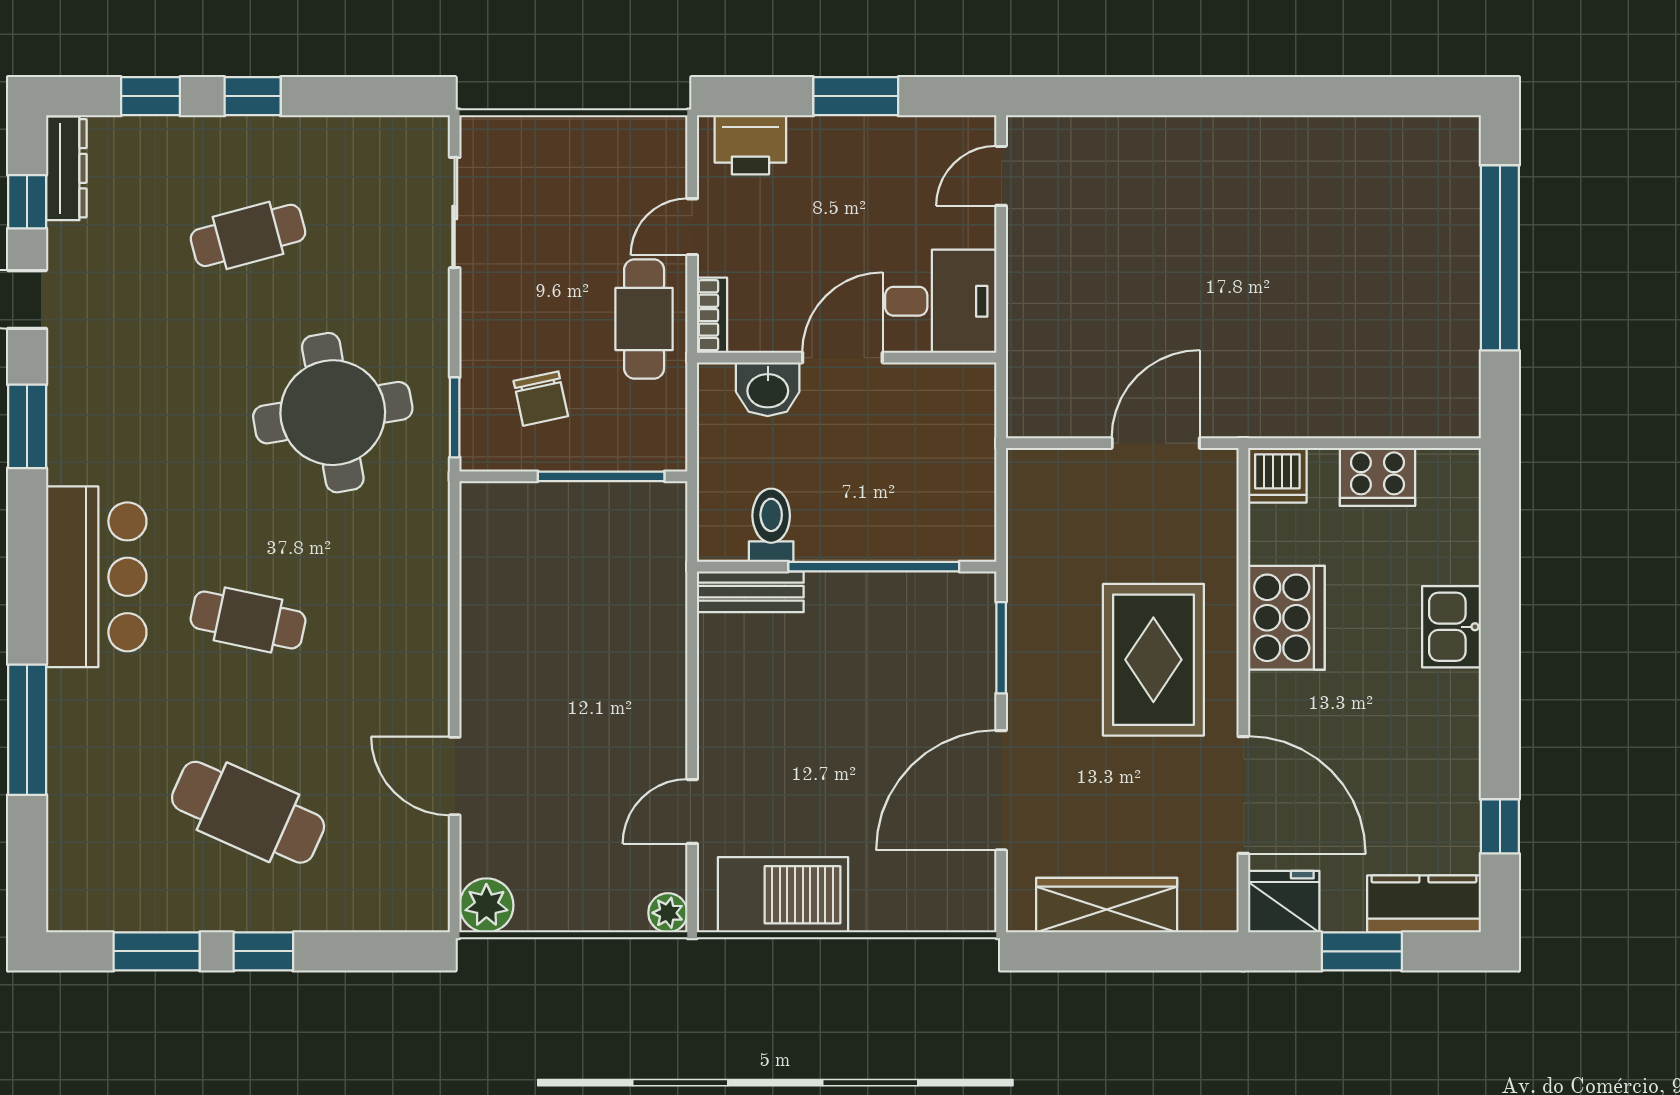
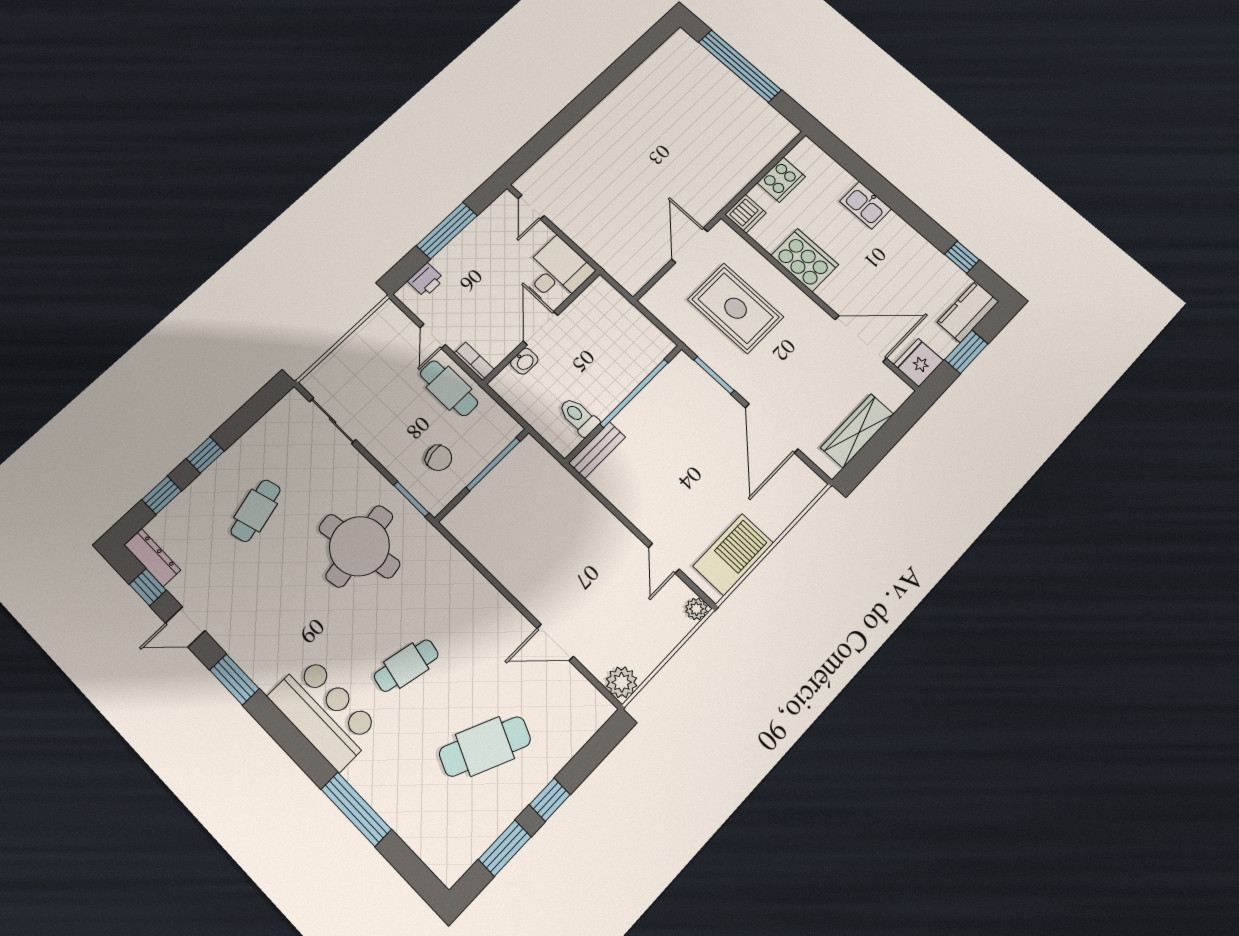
window: (856, 96) -> (447, 231), width x1.44
printer: (750, 145) -> (426, 280), width x0.73, depth x0.81
washbasin: (768, 389) -> (524, 361), width x0.72, depth x0.69
rug: (1153, 660) -> (736, 308), moved

